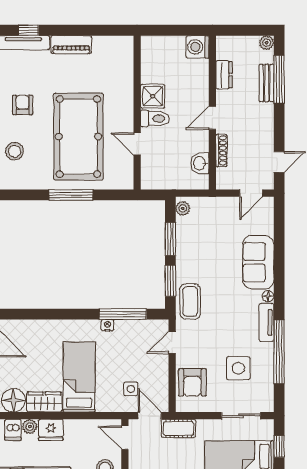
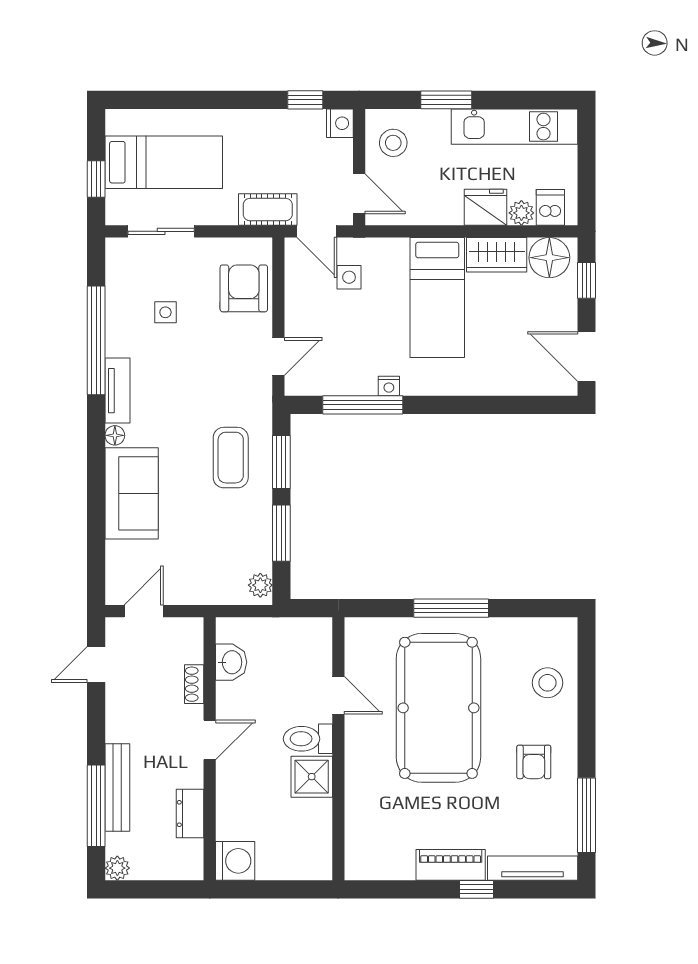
window: (29, 30) -> (477, 889), moved
bench: (267, 83) -> (117, 788), width x1.36
shoe rack: (222, 150) -> (194, 684), width x0.70
coffee table: (190, 301) -> (231, 458), moved
side table: (238, 368) -> (165, 312), width x0.54, depth x0.54

